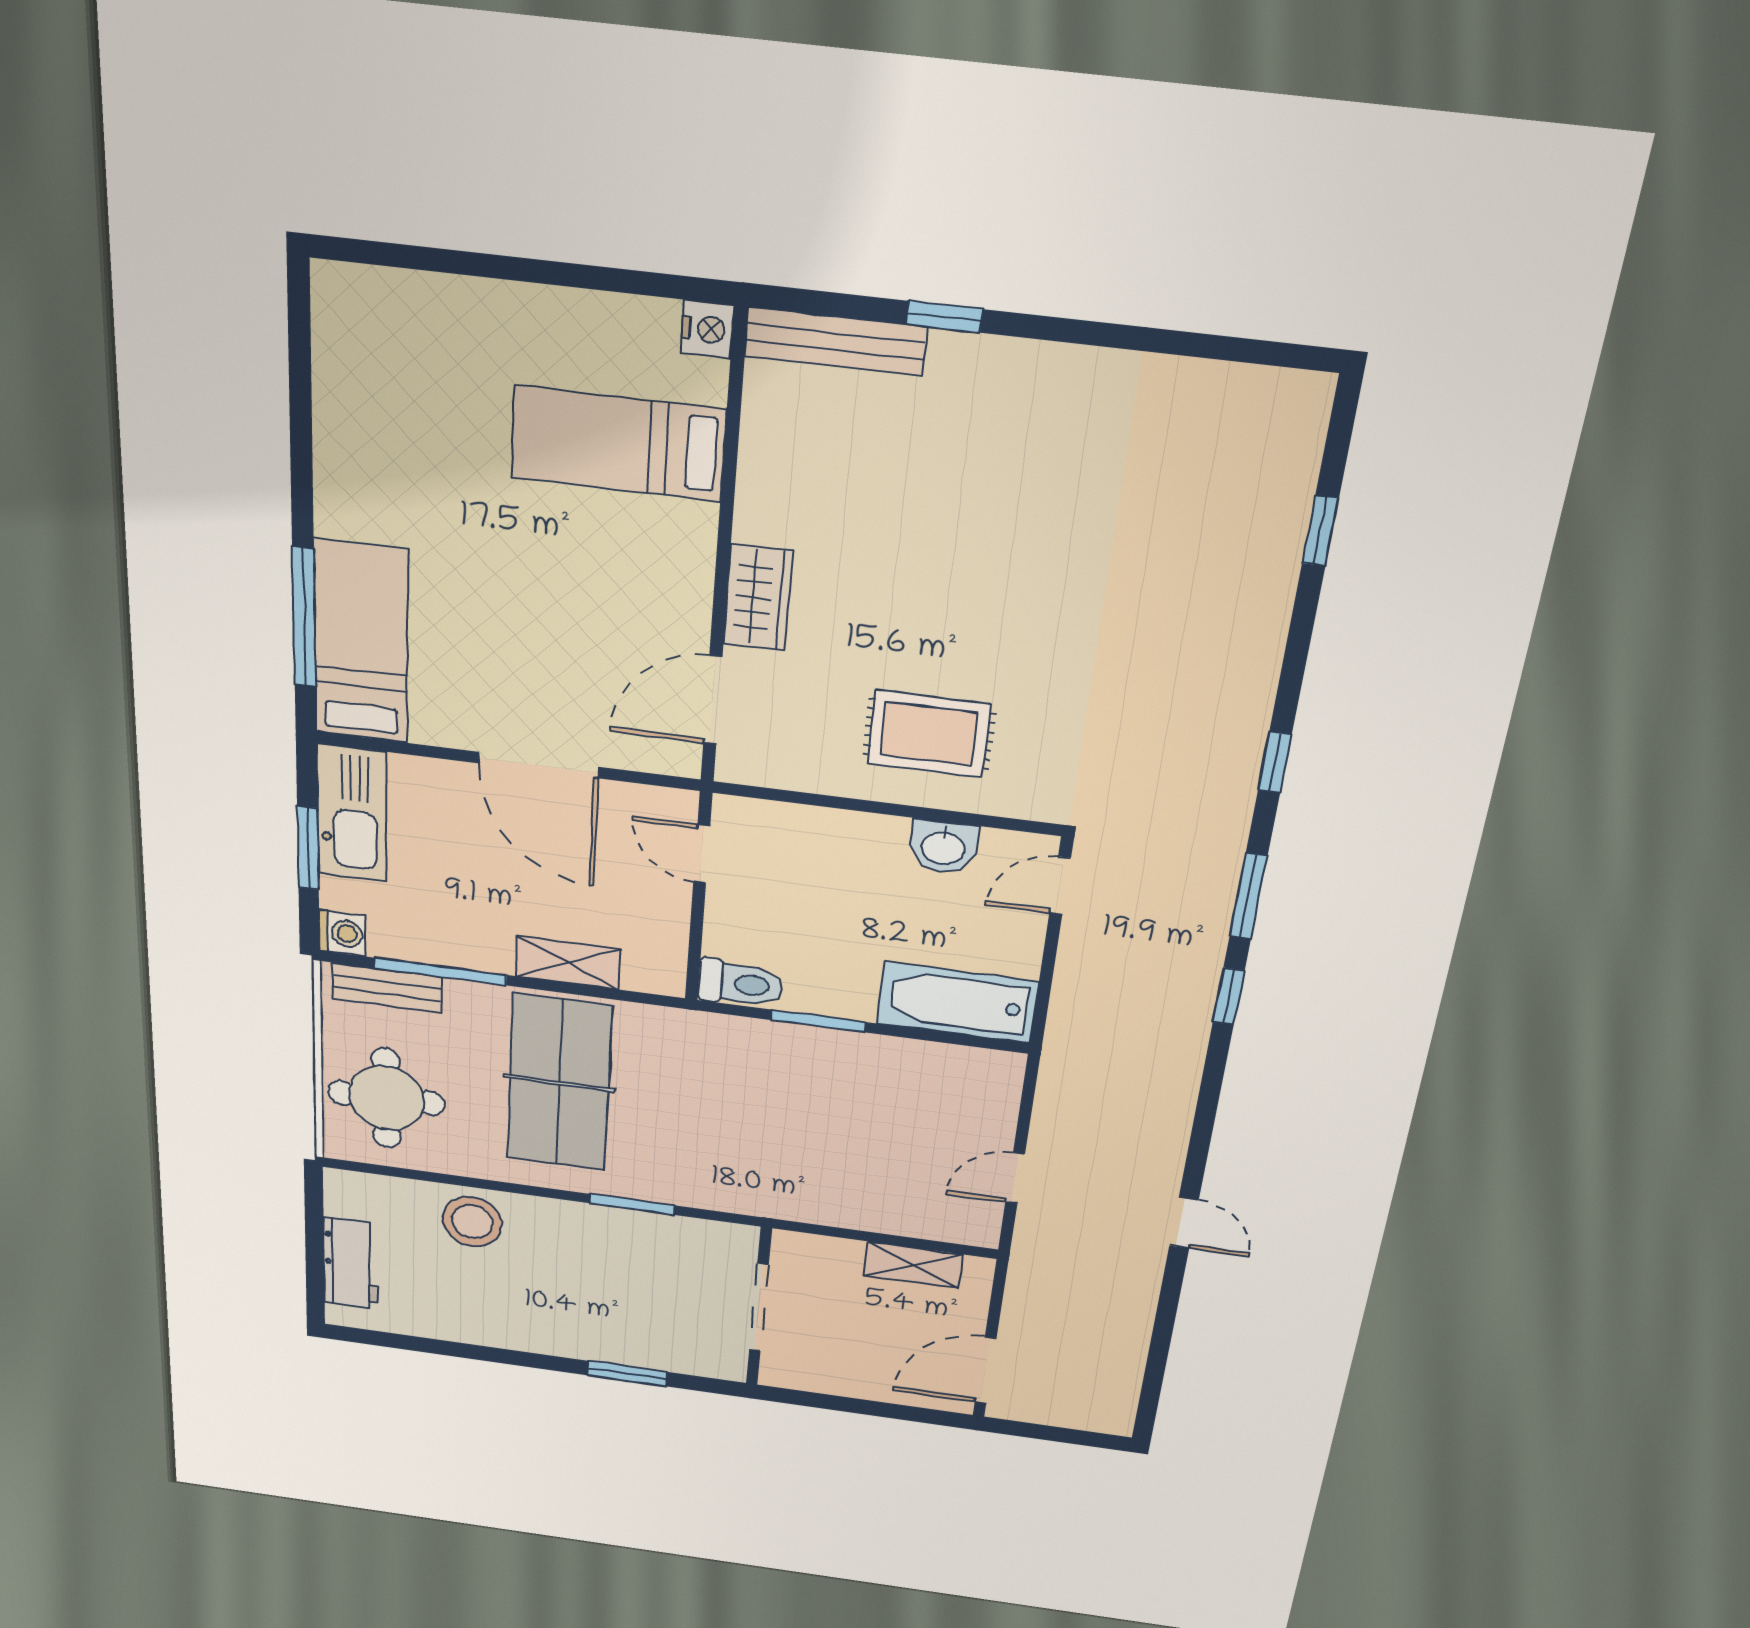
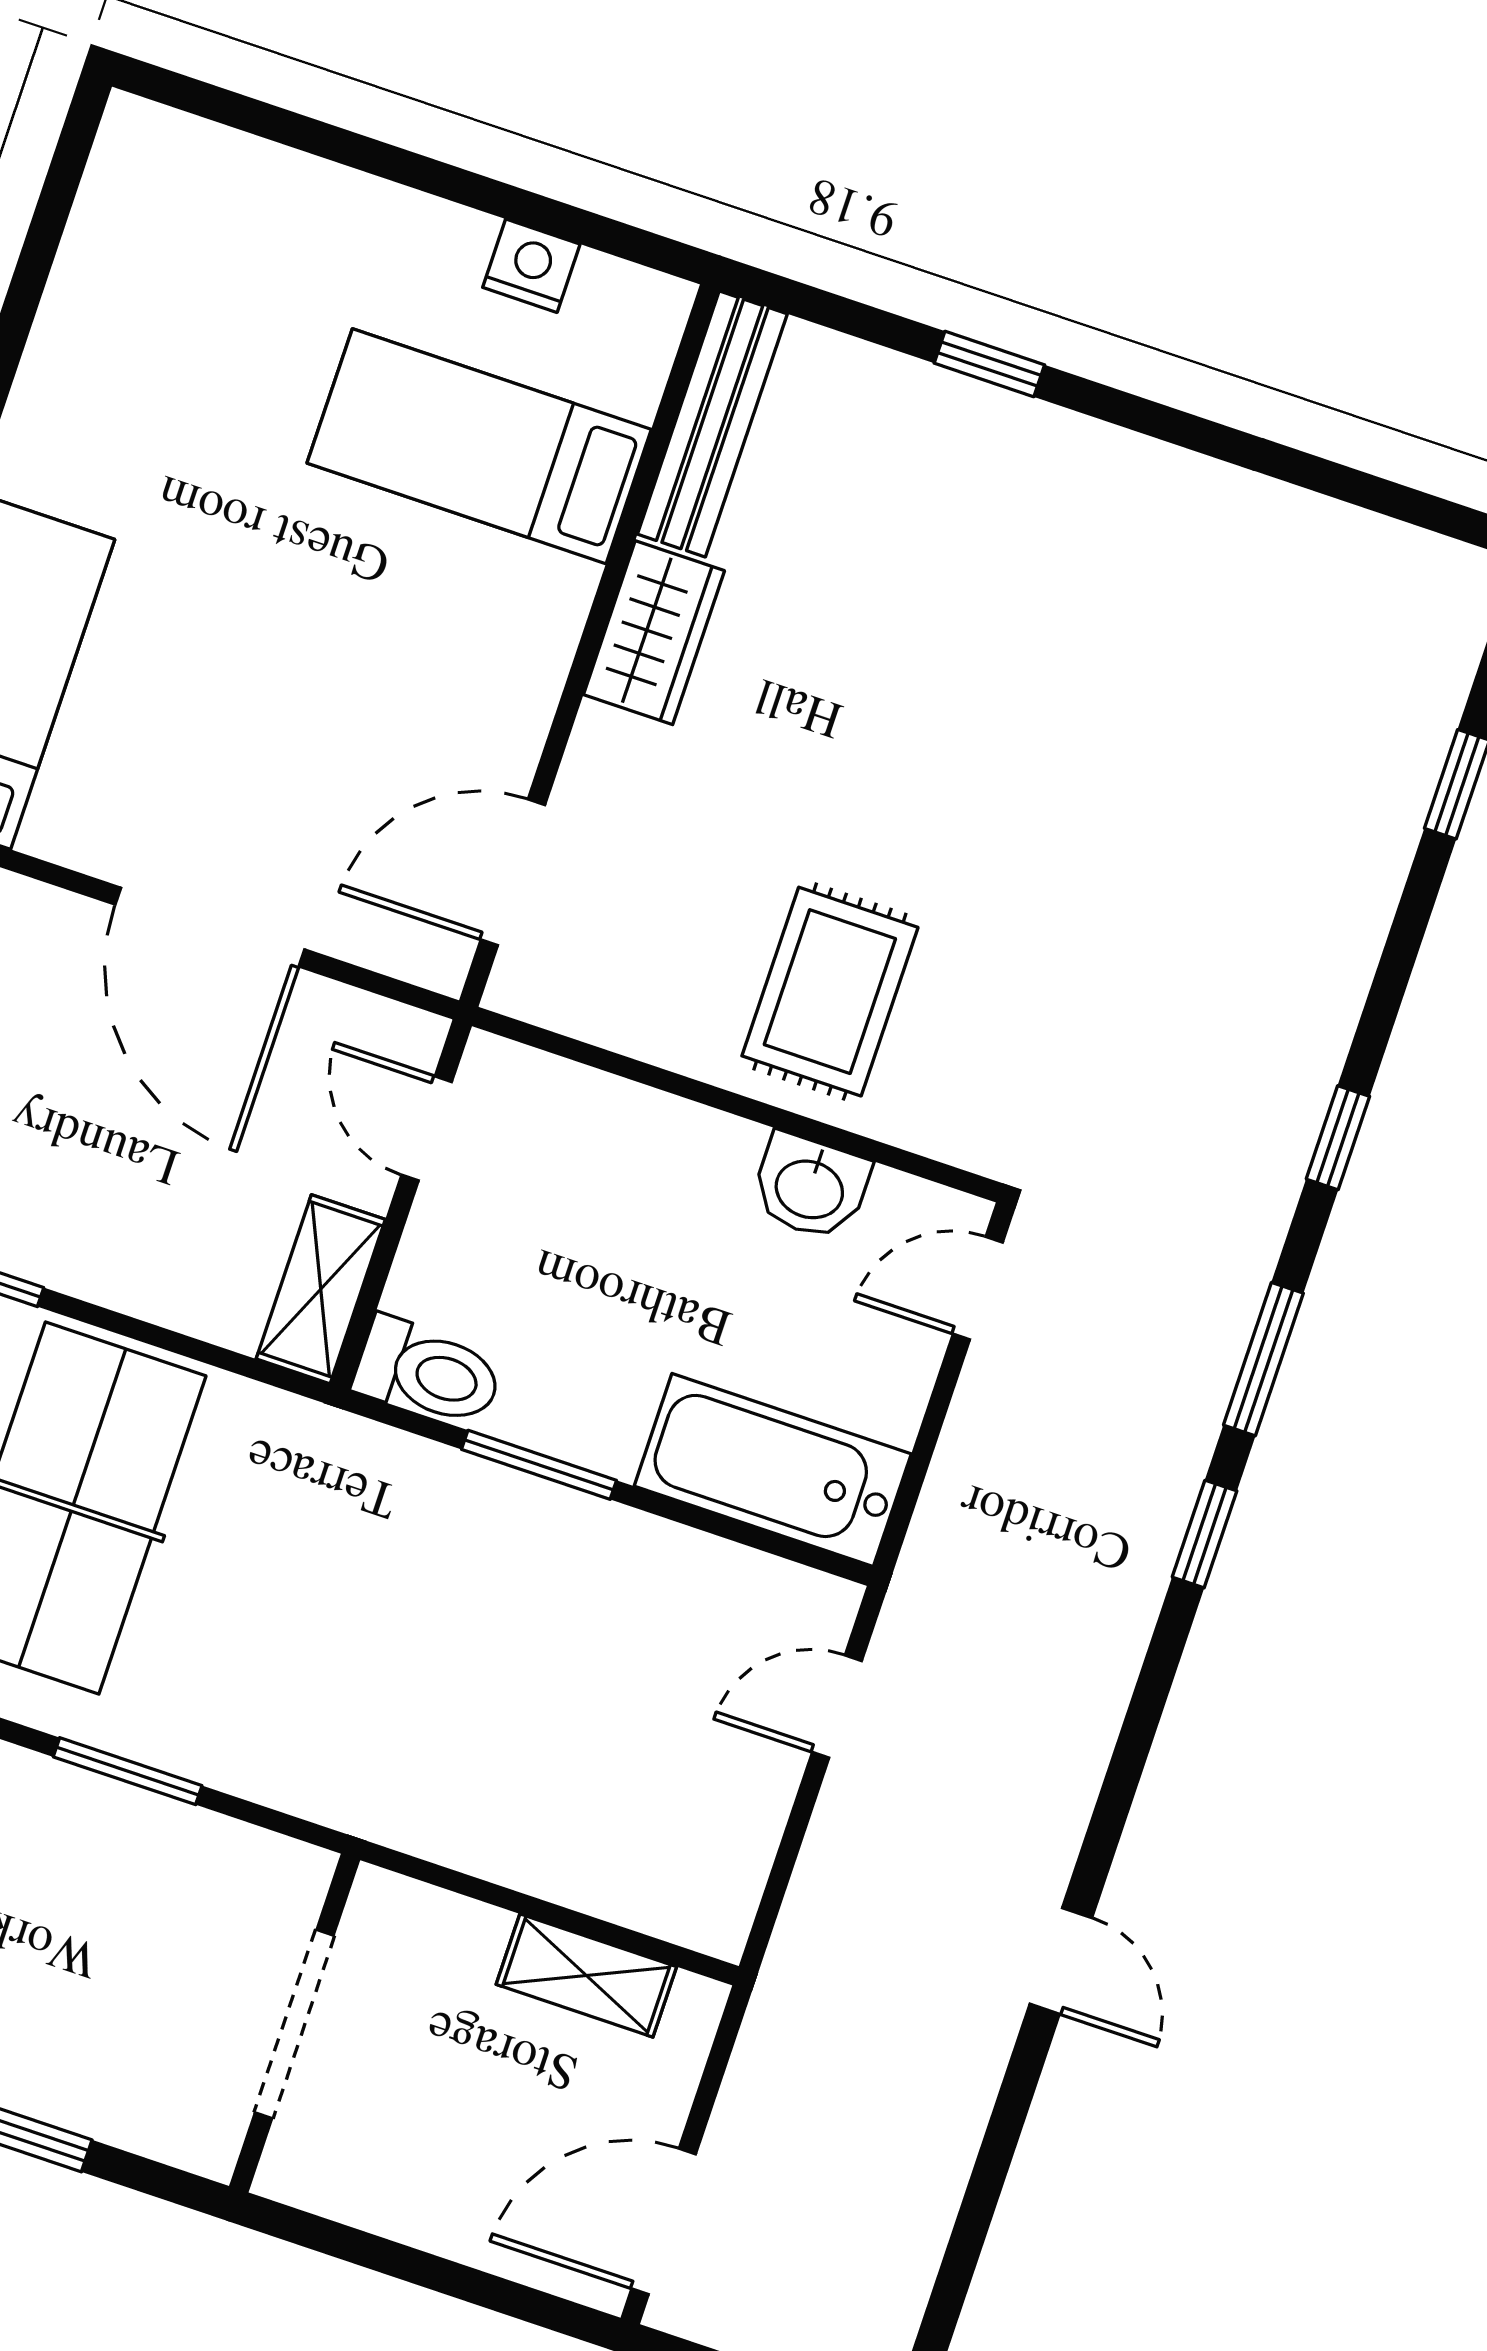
nightstand: (707, 329) -> (531, 266), moved, turned -90
bench: (835, 342) -> (712, 424), moved, turned 90
wardrobe: (758, 597) -> (654, 633), moved
rug: (929, 734) -> (830, 992), turned 90
shelving: (568, 963) -> (321, 1289), moved, turned 90
door: (1015, 1178) -> (837, 1706), moved

